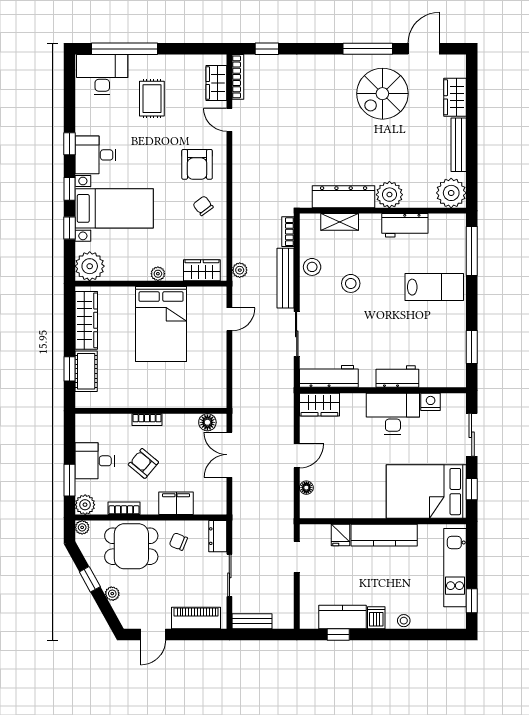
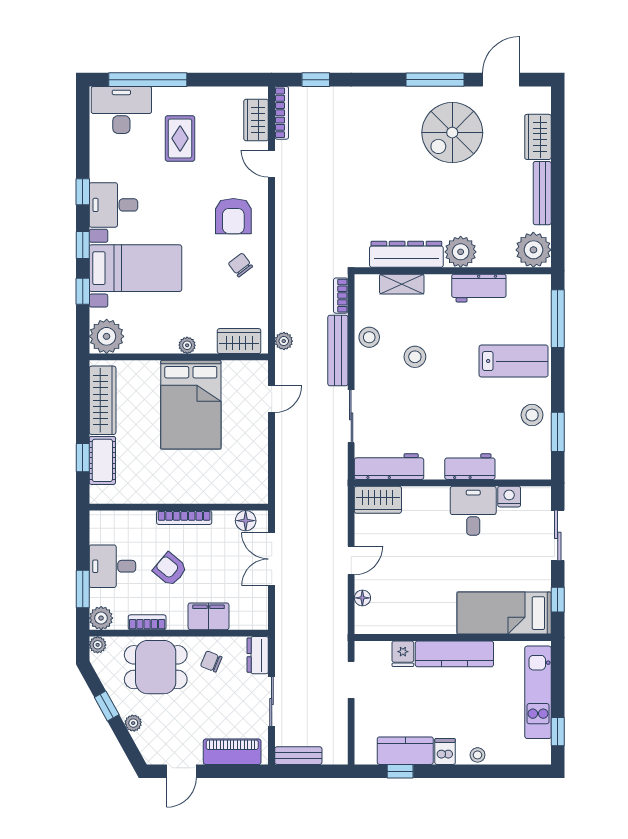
stool: (450, 333) -> (532, 415), added
desk: (393, 414) -> (473, 511), width x0.73
bookcase: (147, 420) -> (184, 518), width x1.56
bed: (426, 492) -> (504, 613), width x0.67

